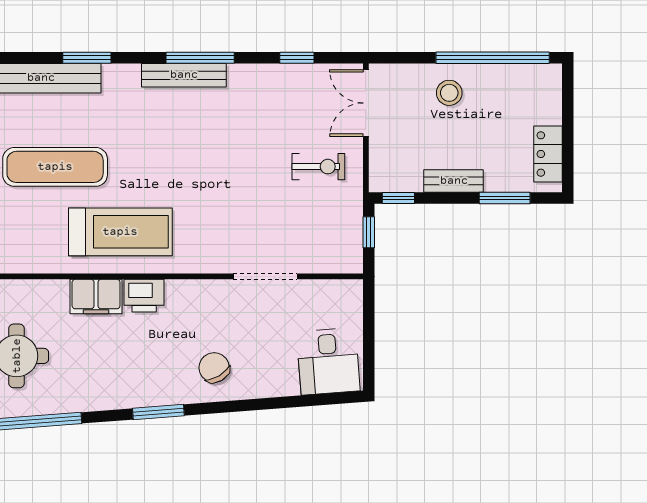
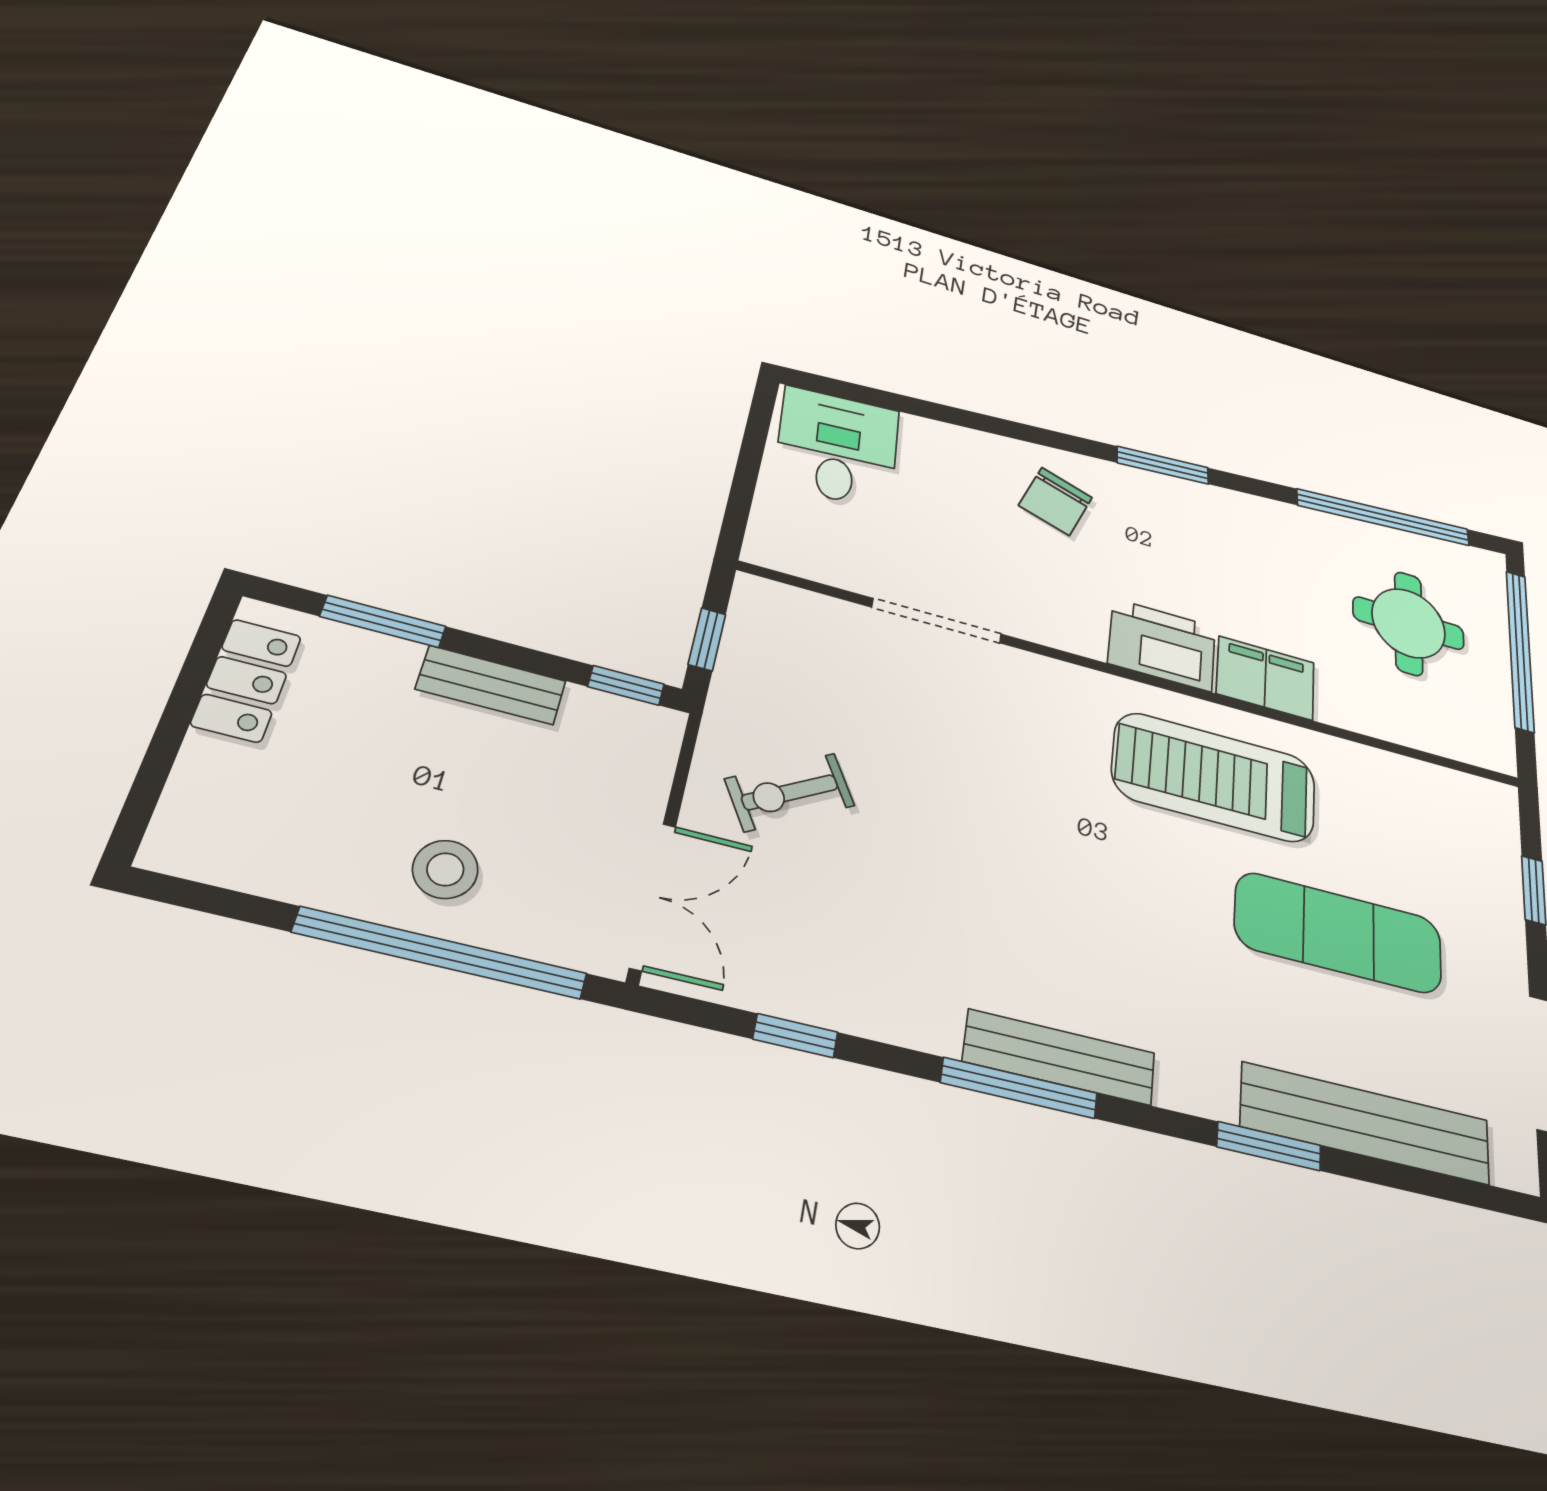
window: (493, 58) -> (441, 953), moved
exercise bike: (318, 167) -> (790, 792), turned -30
printer: (144, 296) -> (1162, 645), width x1.37, depth x1.19
chair: (214, 368) -> (1055, 501), turned 50

